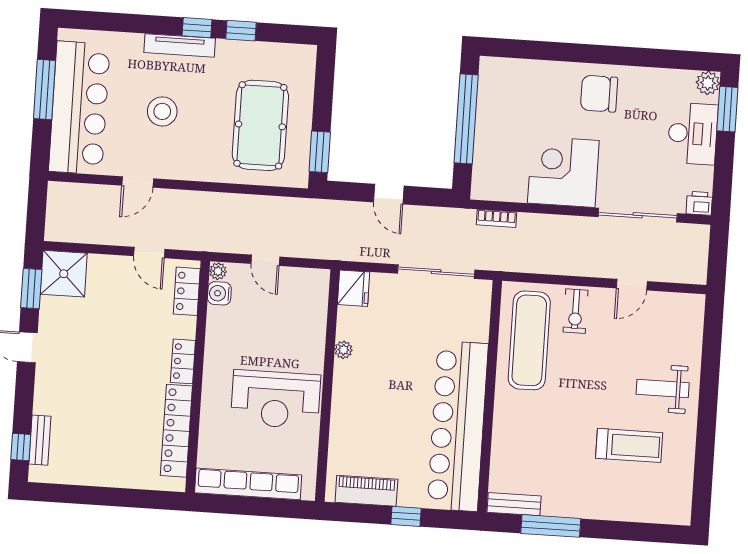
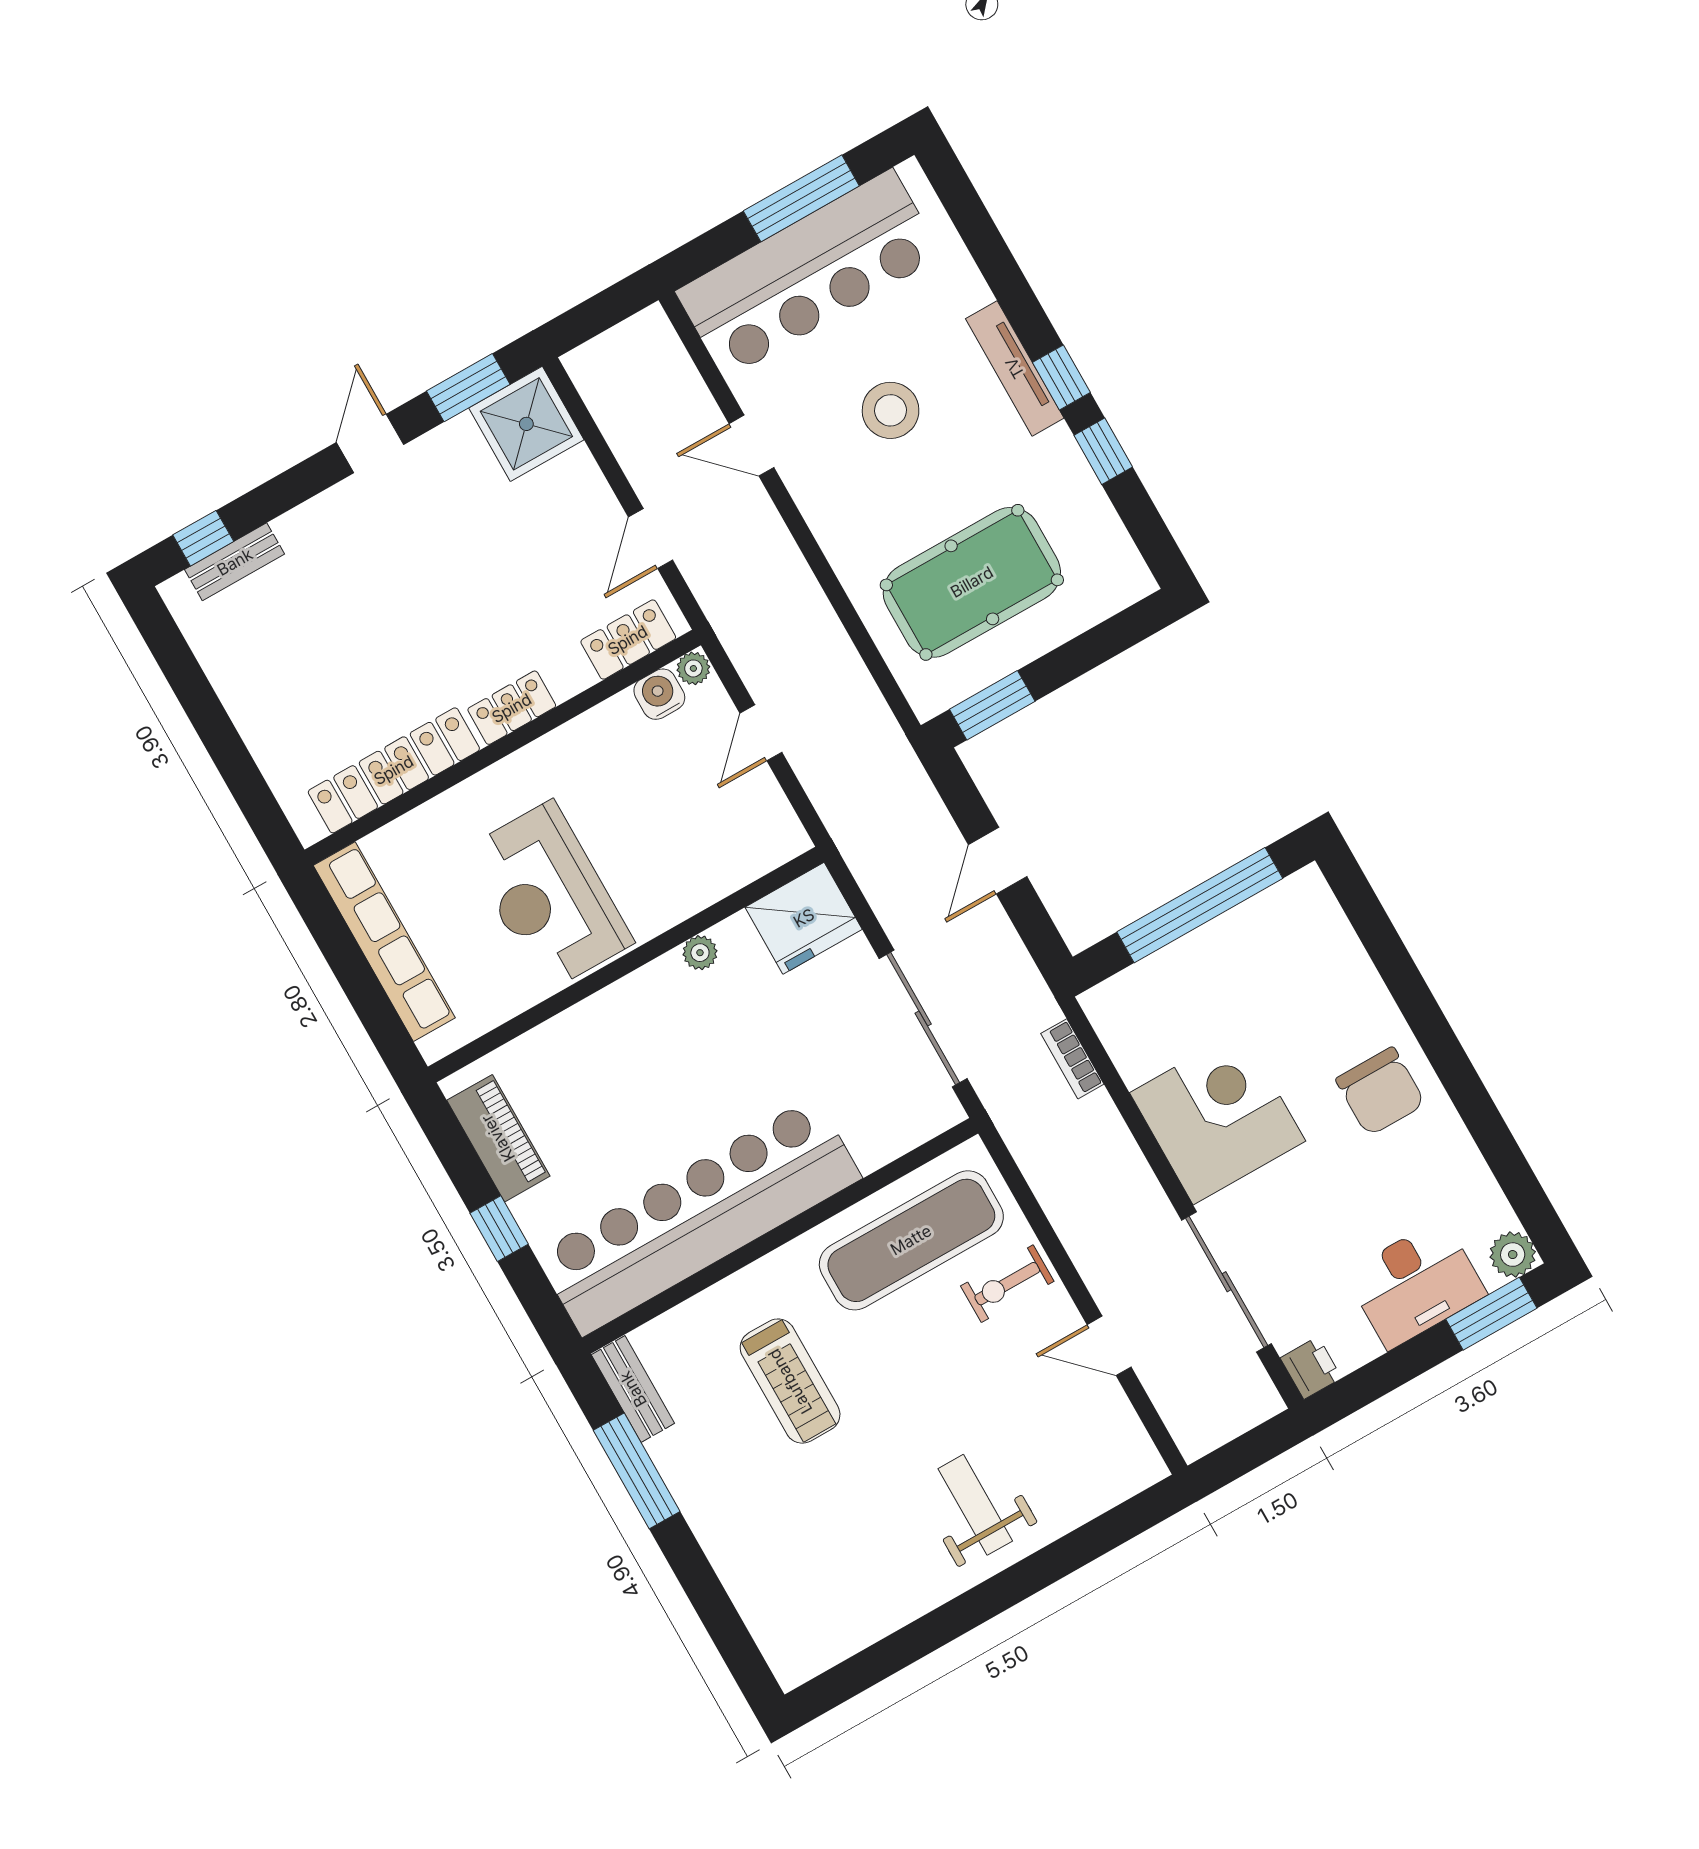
chair: (599, 94) -> (1380, 1091), turned 180
fridge: (354, 288) -> (804, 918), width x1.36, depth x1.34
treadmill: (629, 445) -> (790, 1381), moved

